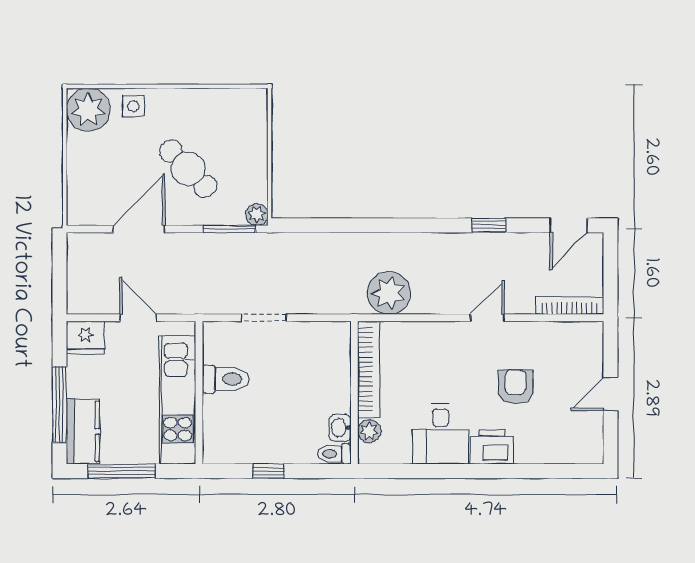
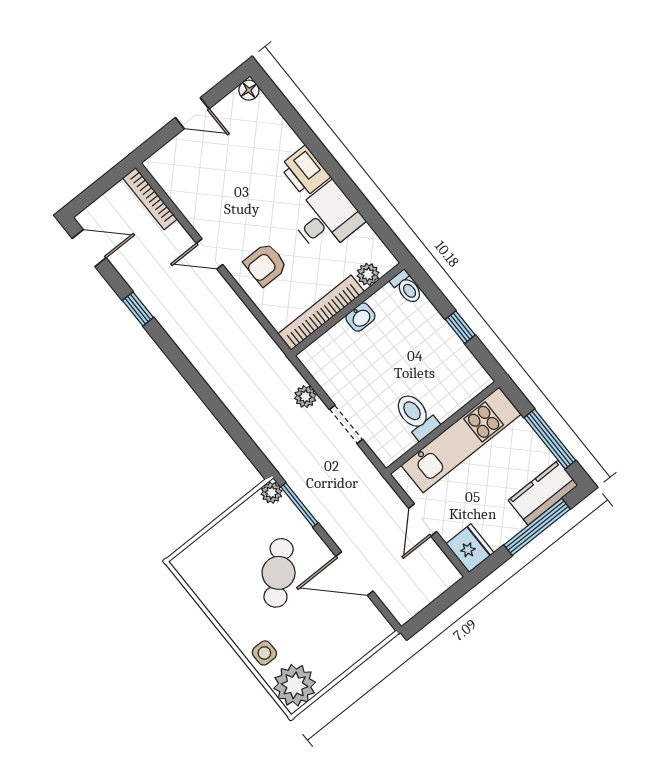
plant: (389, 293) -> (305, 397), moved, width x0.53, depth x0.53
armchair: (515, 387) -> (265, 264), moved
washbasin: (340, 428) -> (360, 317), moved
floor lamp: (593, 454) -> (249, 90), added

